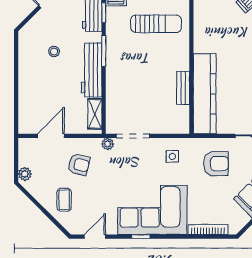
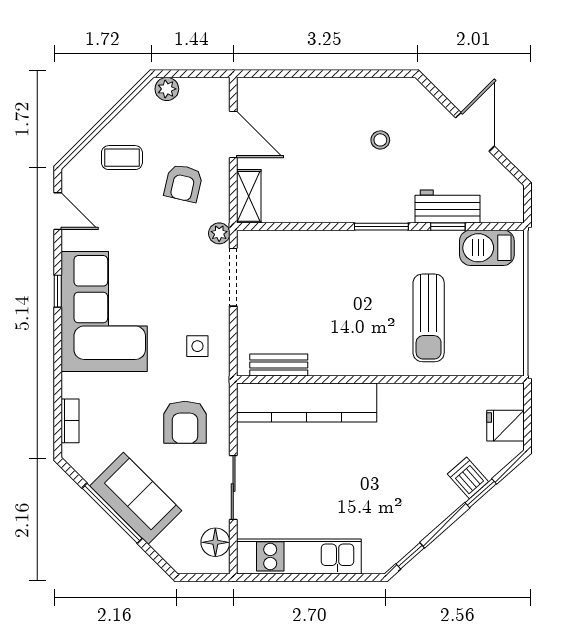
workbench: (92, 70) -> (348, 205), removed
bench: (183, 88) -> (279, 365), moved
shelving: (95, 114) -> (249, 196), moved, turned 90
bookcase: (208, 230) -> (70, 421), width x0.64

